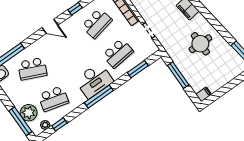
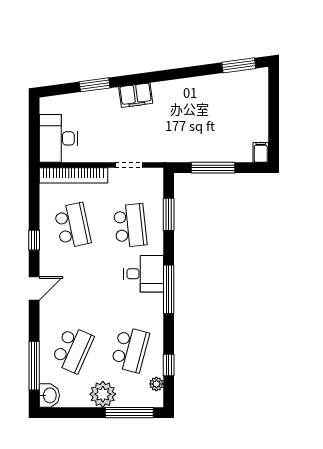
round table: (200, 44) -> (193, 111), removed
desk: (94, 80) -> (144, 274), width x0.73
plant: (29, 113) -> (103, 394), moved

